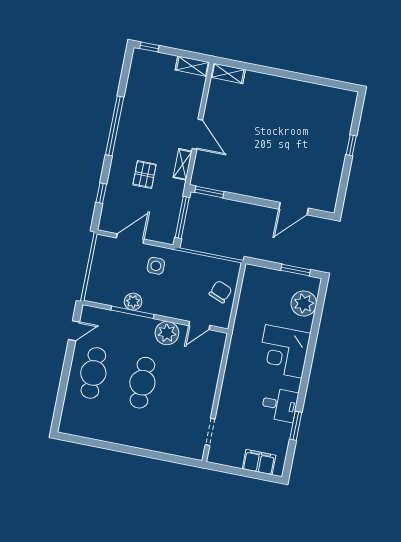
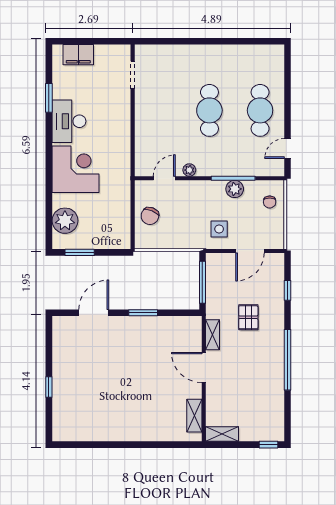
shelving: (228, 73) -> (194, 416), moved, turned 90
window: (209, 192) -> (143, 313), moved
chair: (102, 282) -> (270, 202), added
plant: (167, 333) -> (189, 170), width x0.53, depth x0.53
desk: (280, 405) -> (69, 121), width x1.37

